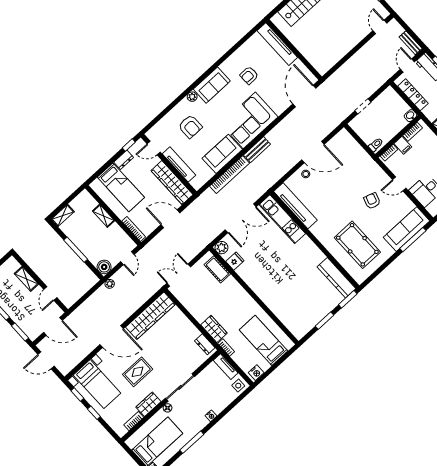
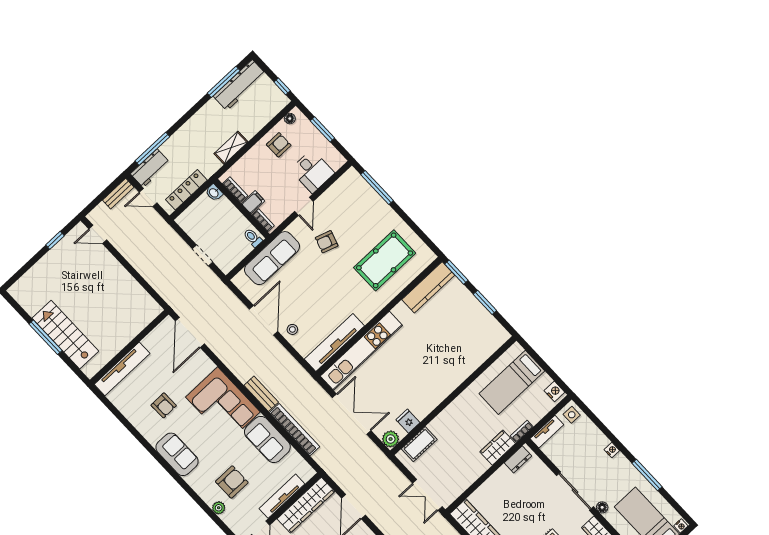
door: (304, 96) -> (190, 332), hinge flipped
plant: (192, 97) -> (219, 508), moved
kitchen unit: (282, 219) -> (361, 351), width x1.36
sofa: (407, 229) -> (272, 258), moved, turned -90

